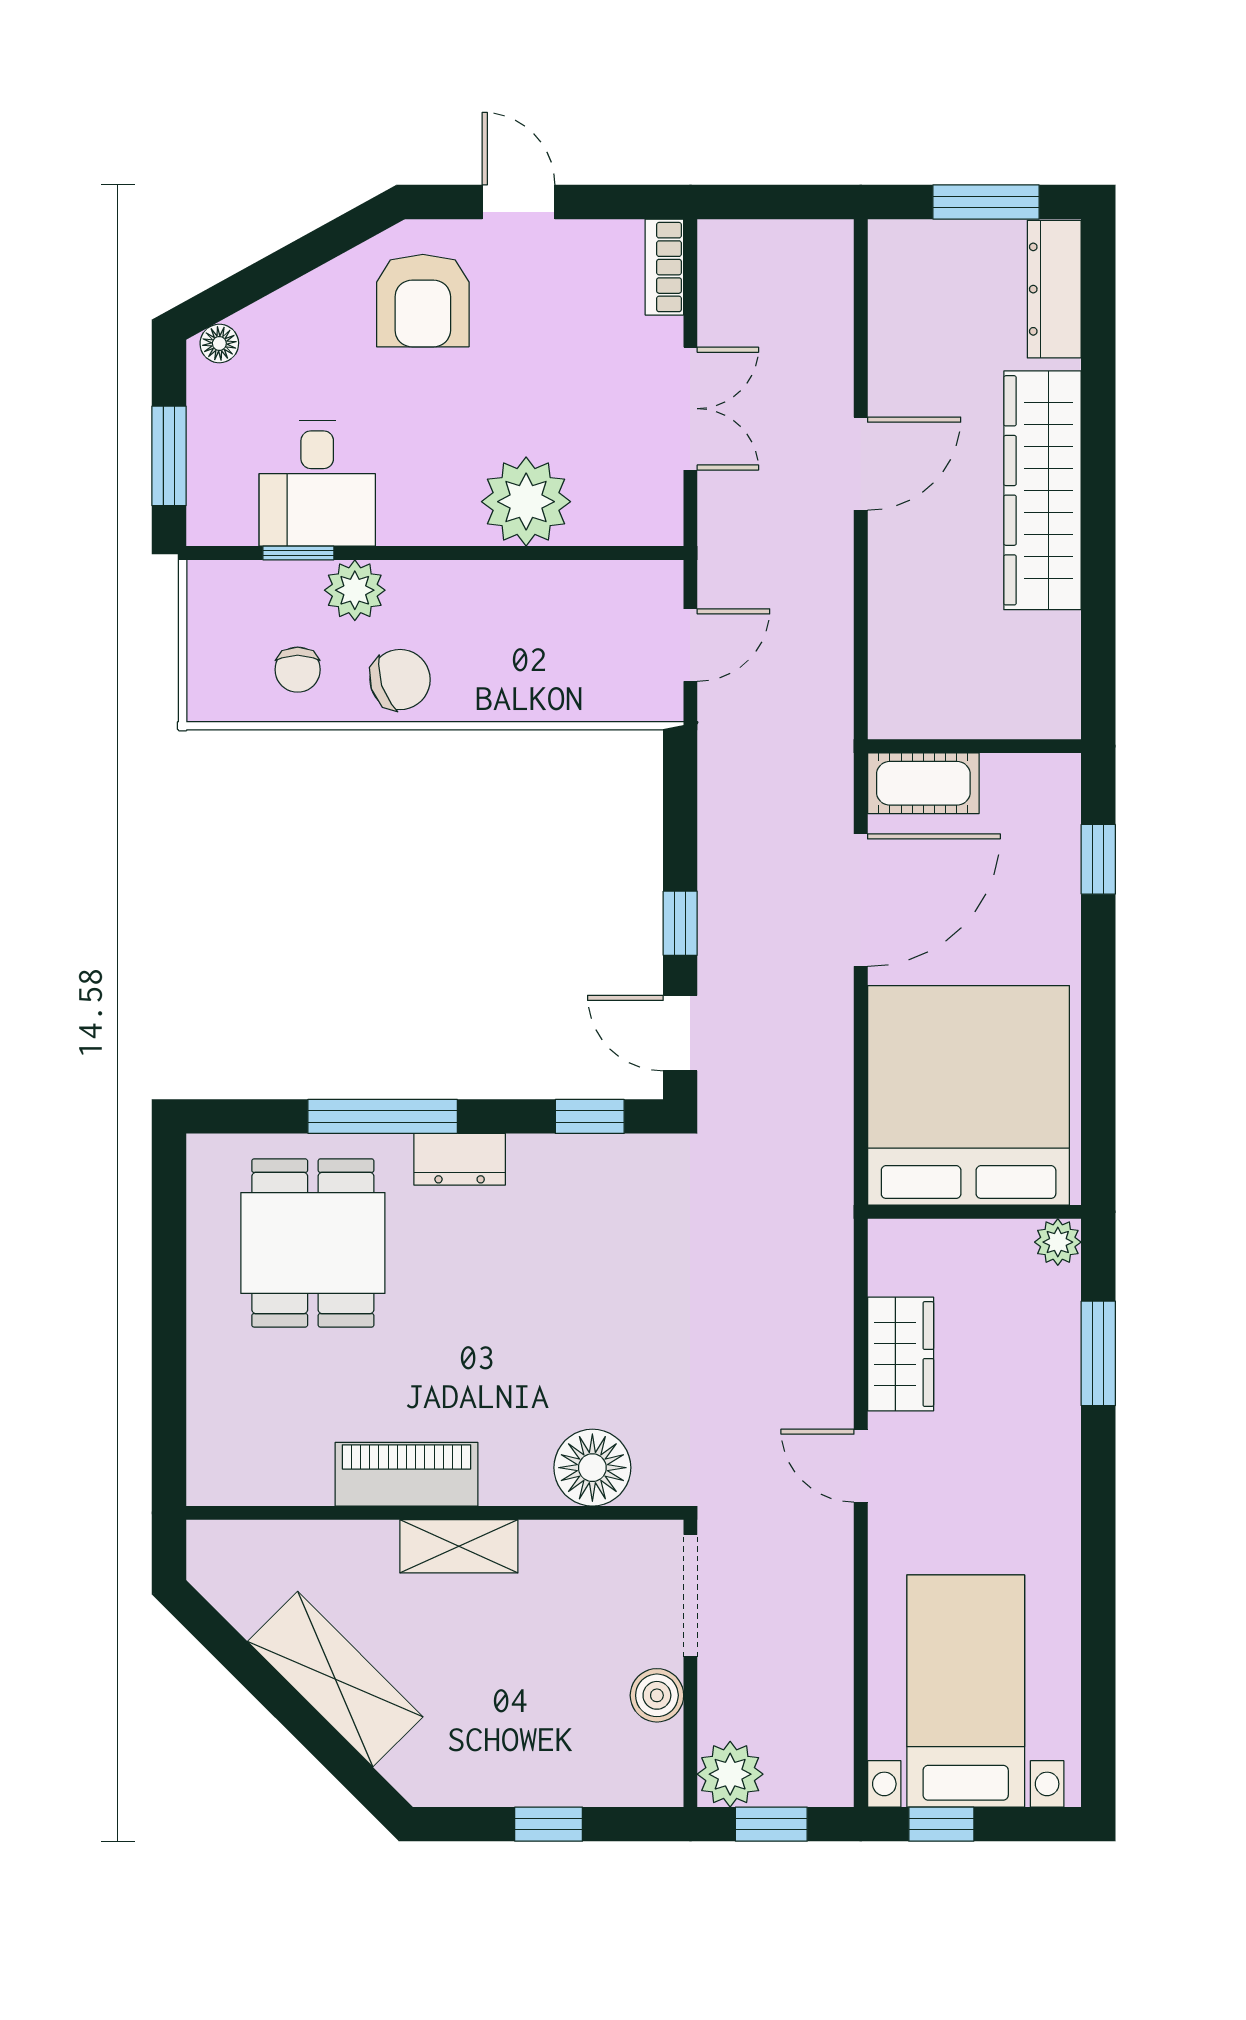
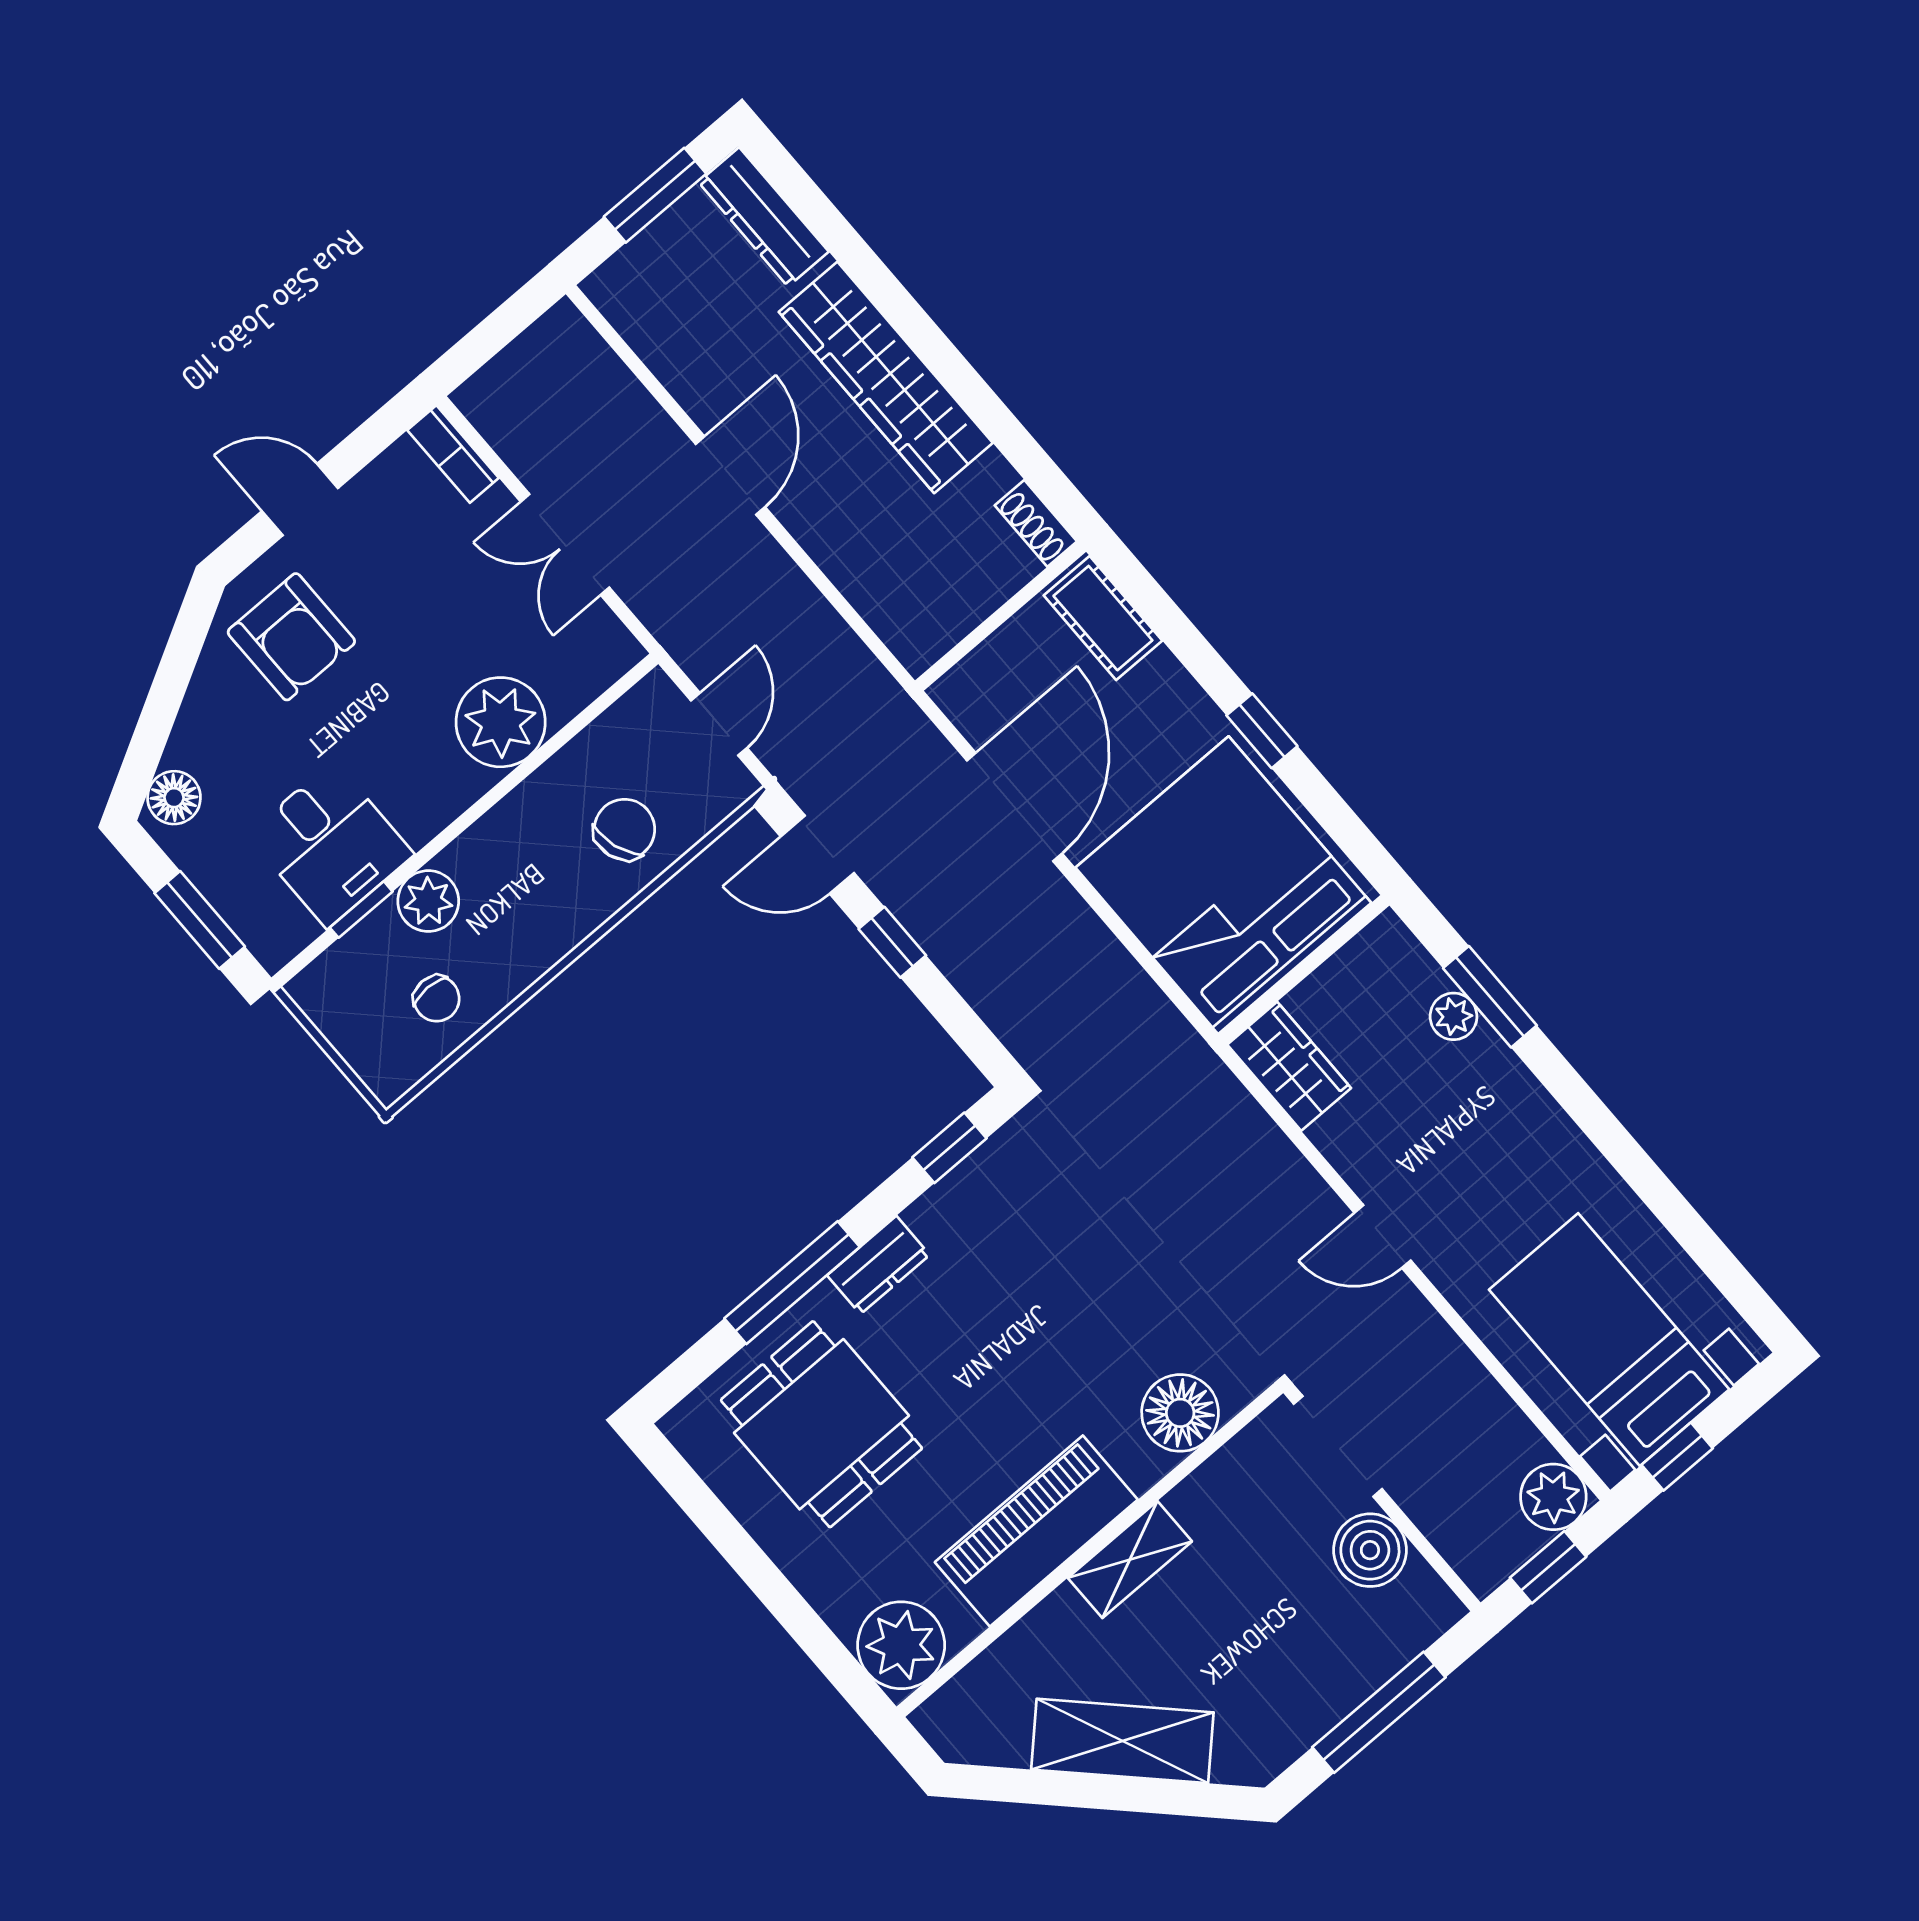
floor lamp: (219, 343) -> (174, 798), width x1.37, depth x1.37
double door: (690, 409) -> (565, 545), swing flipped
chair: (400, 680) -> (625, 829), moved
shoe rack: (1061, 699) -> (1036, 523), added
cot: (923, 783) -> (1103, 618), moved, turned 90
window: (1098, 859) -> (1262, 731), moved
door: (680, 1033) -> (817, 855), moved
plant: (1058, 1242) -> (1454, 1016), moved
wardrobe: (901, 1354) -> (1289, 1066), moved
plant: (230, 1463) -> (901, 1645), added
piano: (406, 1474) -> (1036, 1531), width x1.37, depth x1.33
boiler: (657, 1695) -> (1370, 1550), width x1.36, depth x1.36
plant: (730, 1774) -> (1553, 1497), moved
window: (549, 1824) -> (1379, 1712), width x2.17

